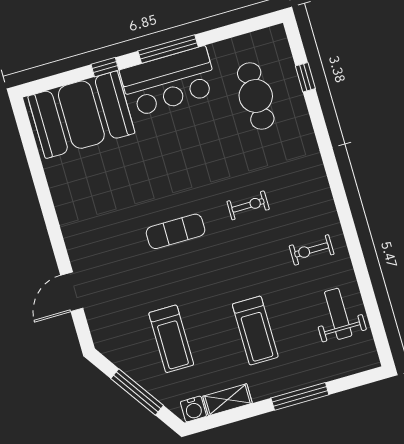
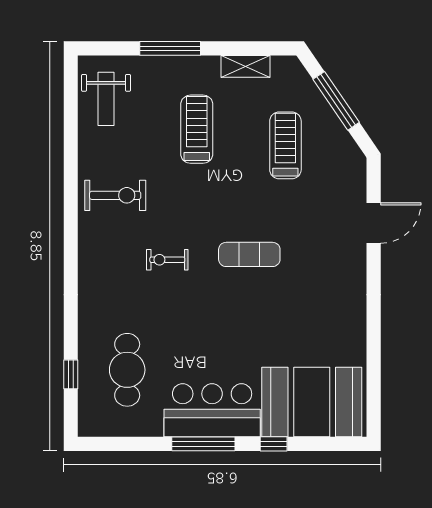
exercise bike: (312, 250) -> (115, 195), width x1.38, depth x1.39
weight bench: (338, 314) -> (106, 99), moved
water cooler: (193, 409) -> (283, 67), removed

